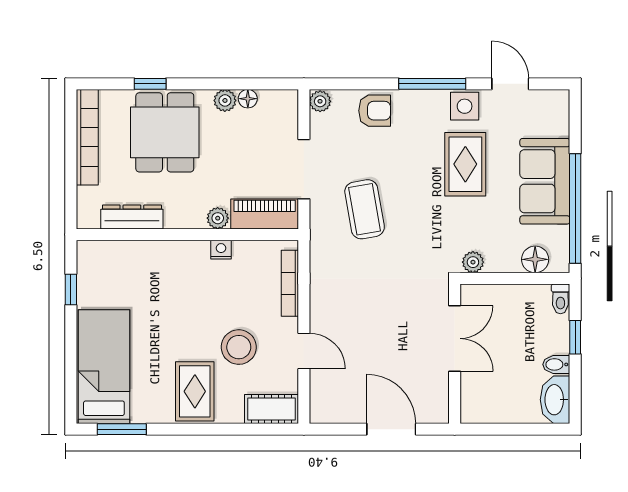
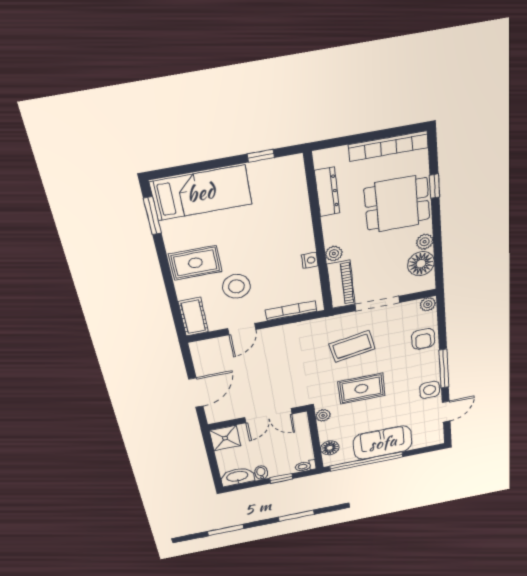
floor lamp: (248, 99) -> (421, 264), width x1.89, depth x1.89
rug: (465, 164) -> (362, 389), moved
shower: (479, 404) -> (225, 438), added

